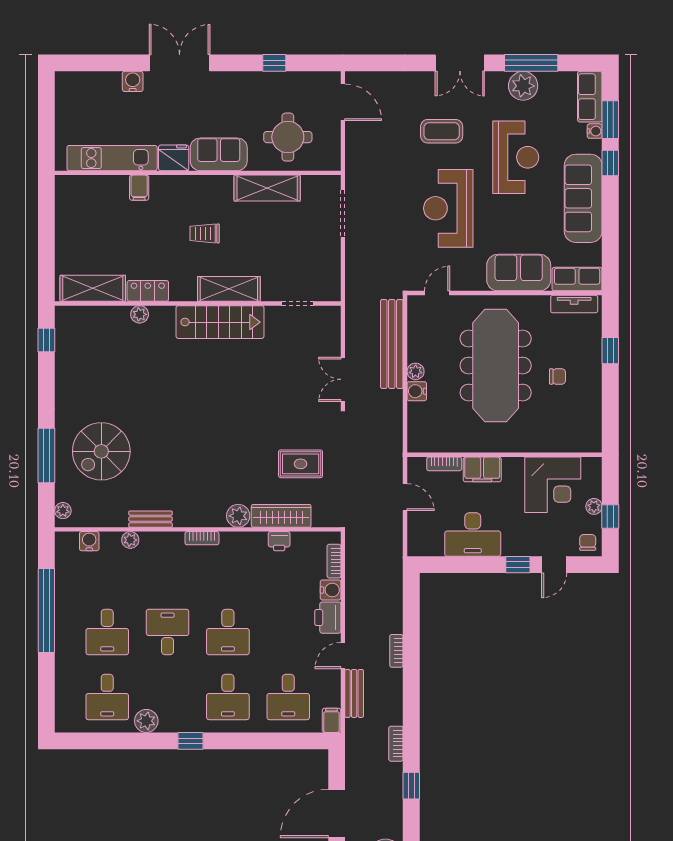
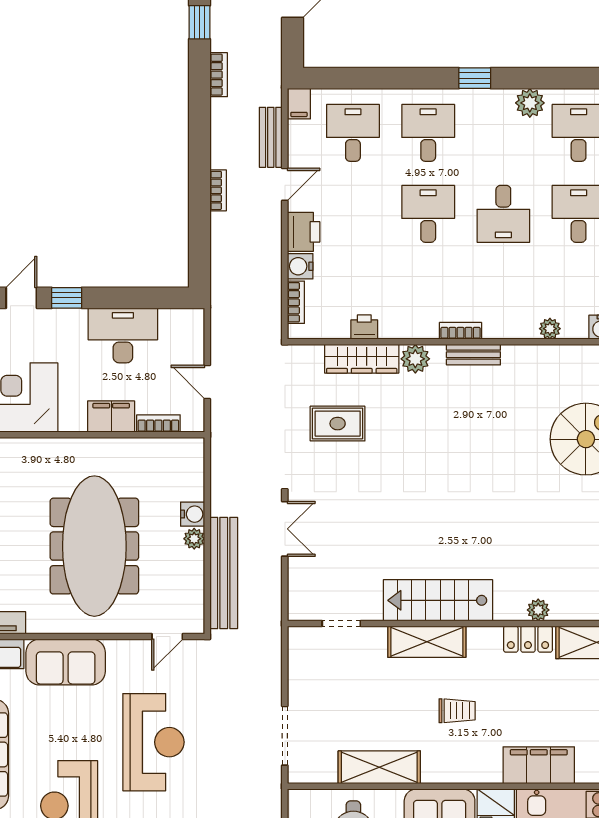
filing cabinet: (139, 188) -> (539, 765), width x3.00, depth x1.17
chair: (558, 376) -> (17, 532), removed
bench: (151, 519) -> (473, 355), moved

